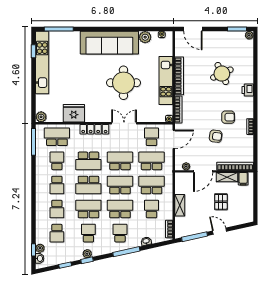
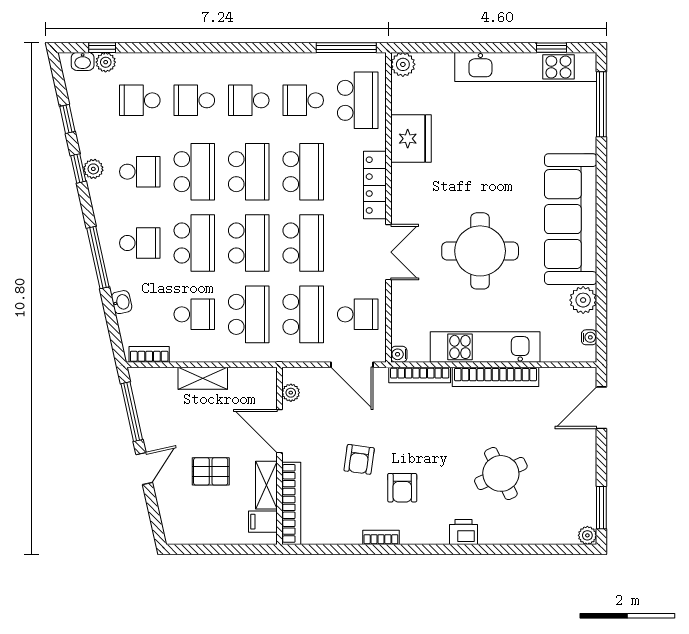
school desk: (57, 161) -> (303, 100), turned 180
school desk: (88, 161) -> (303, 172), turned 180
school desk: (88, 185) -> (249, 172), turned 180

